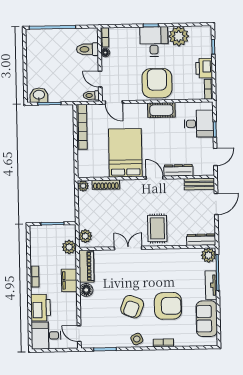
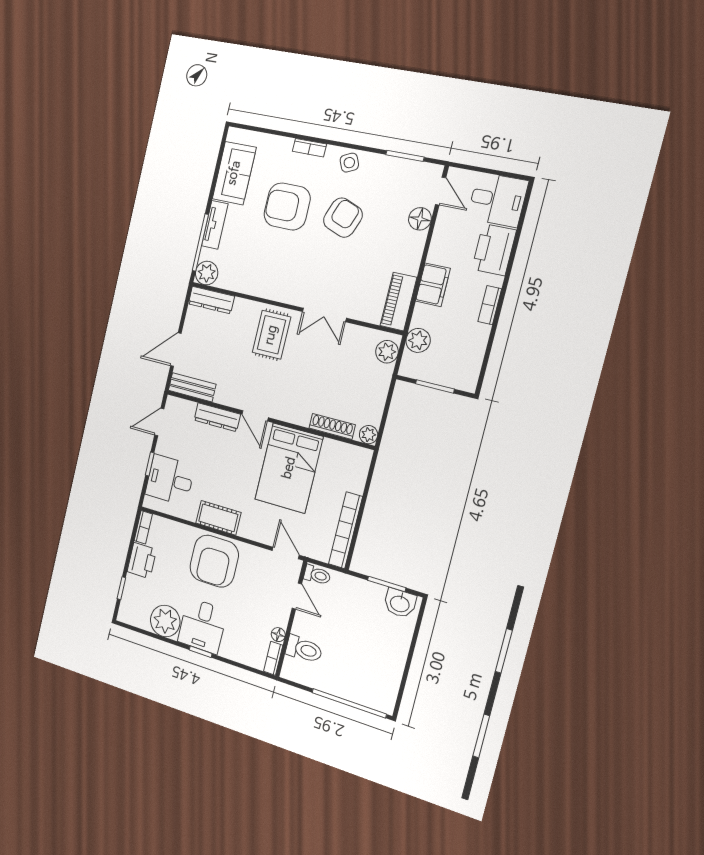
floor lamp: (86, 290) -> (420, 219), moved

